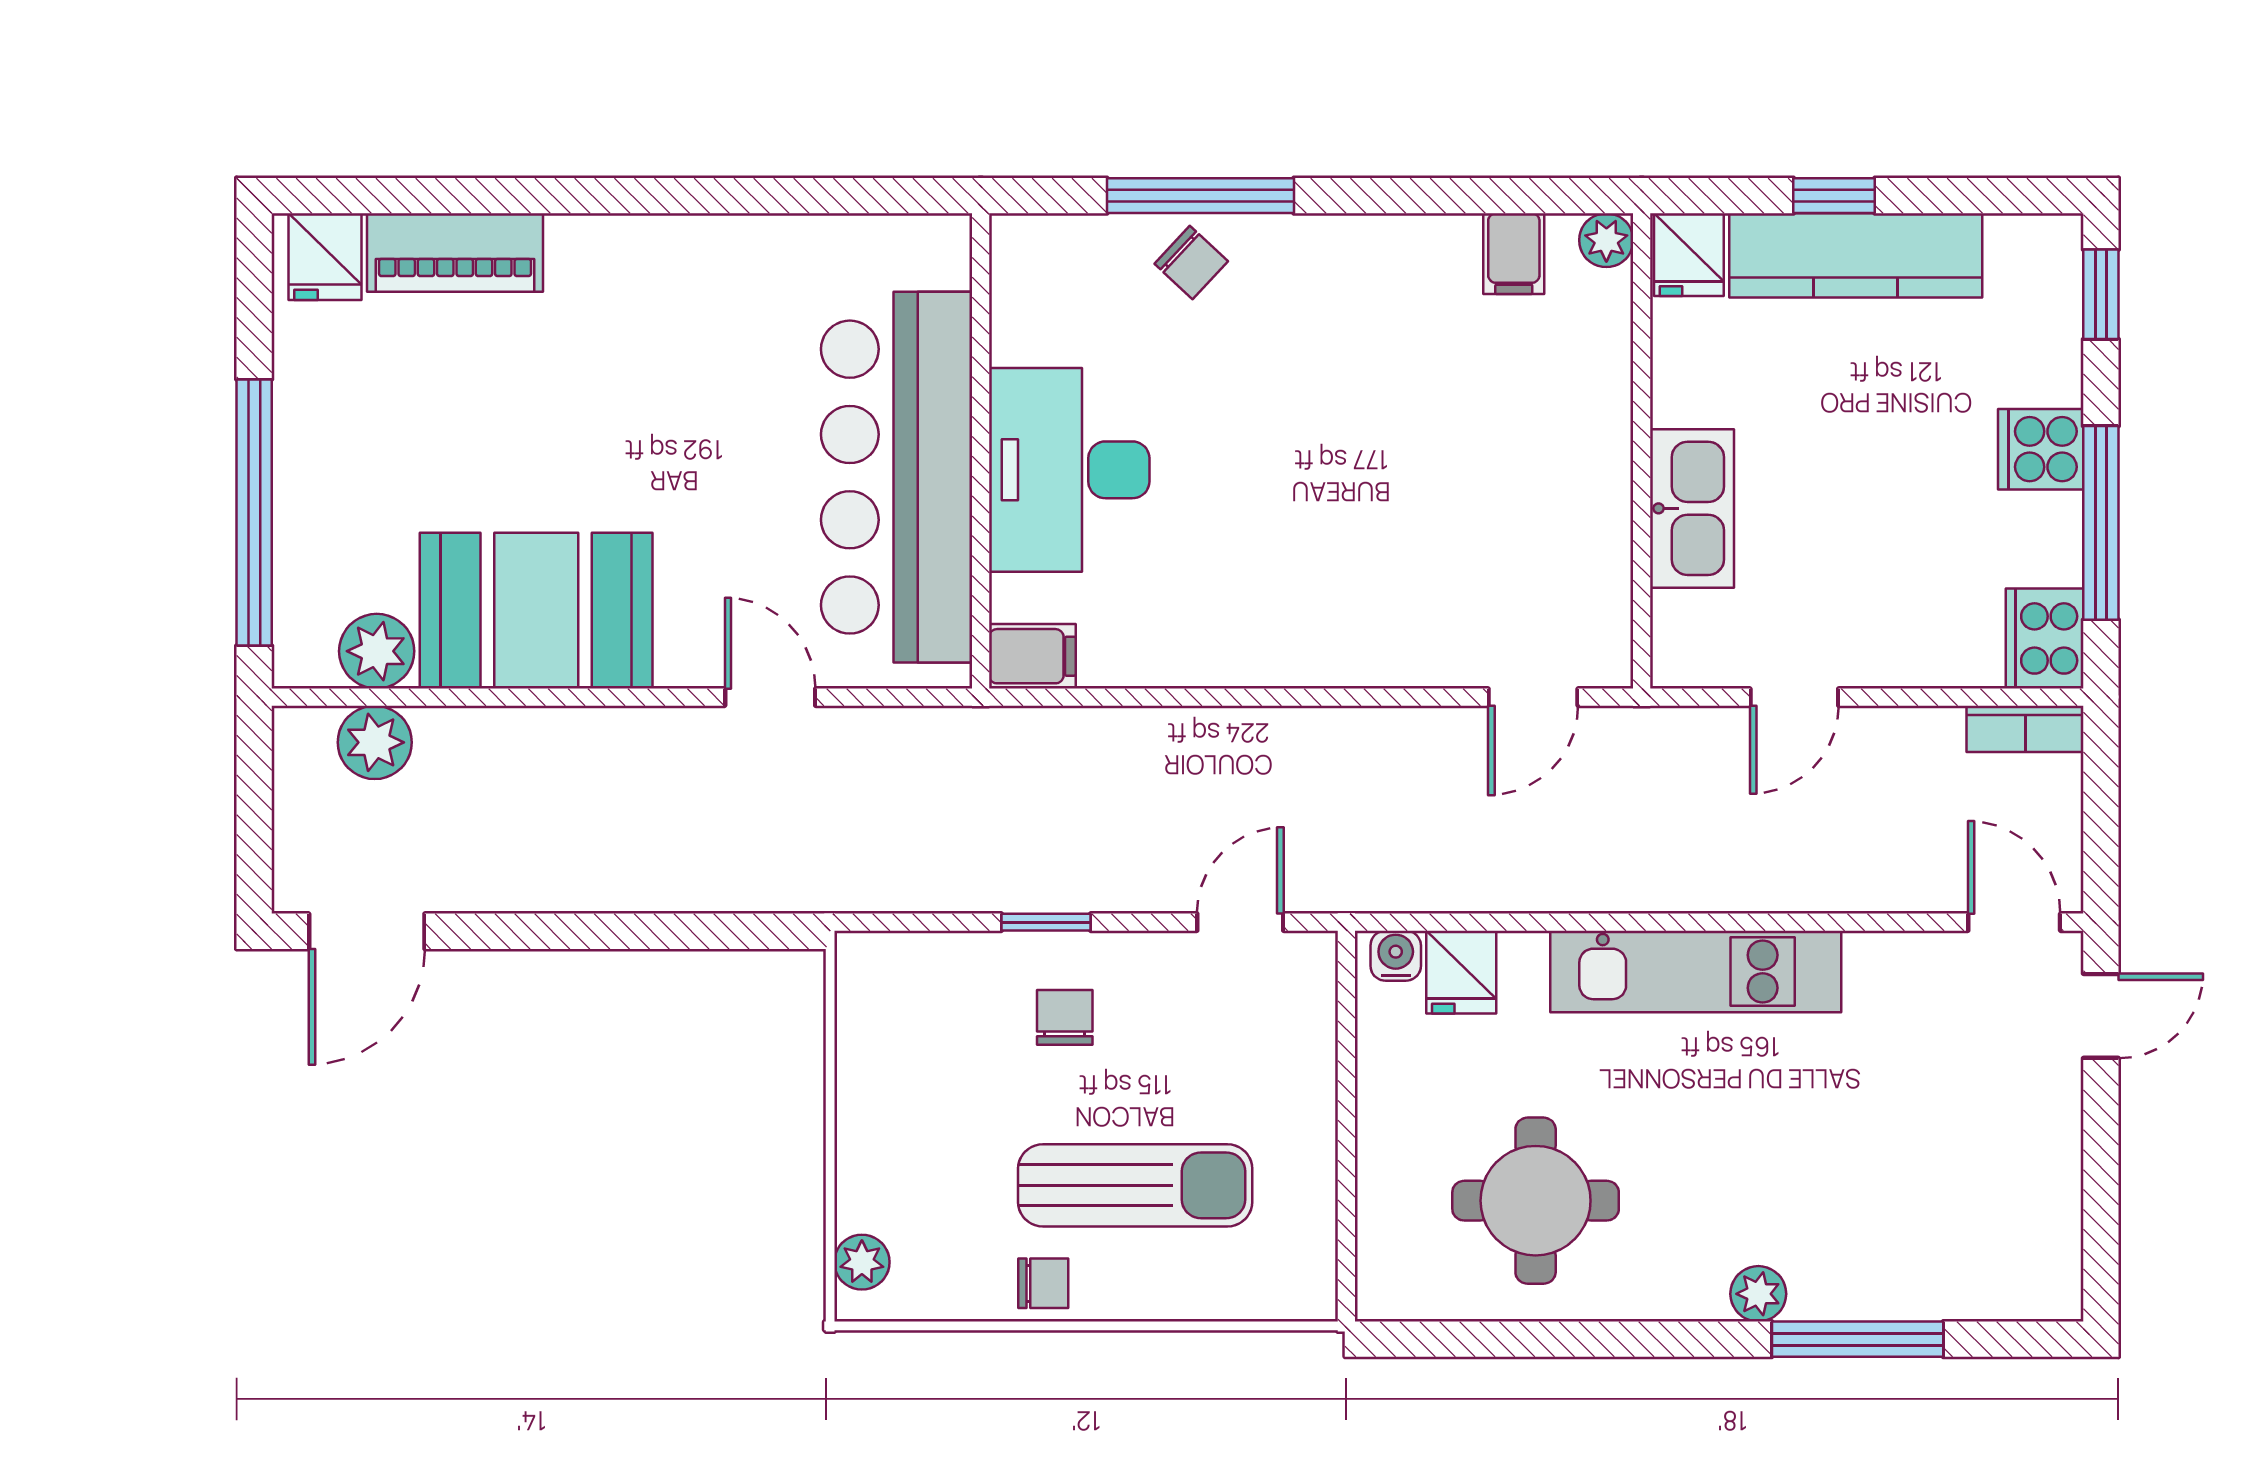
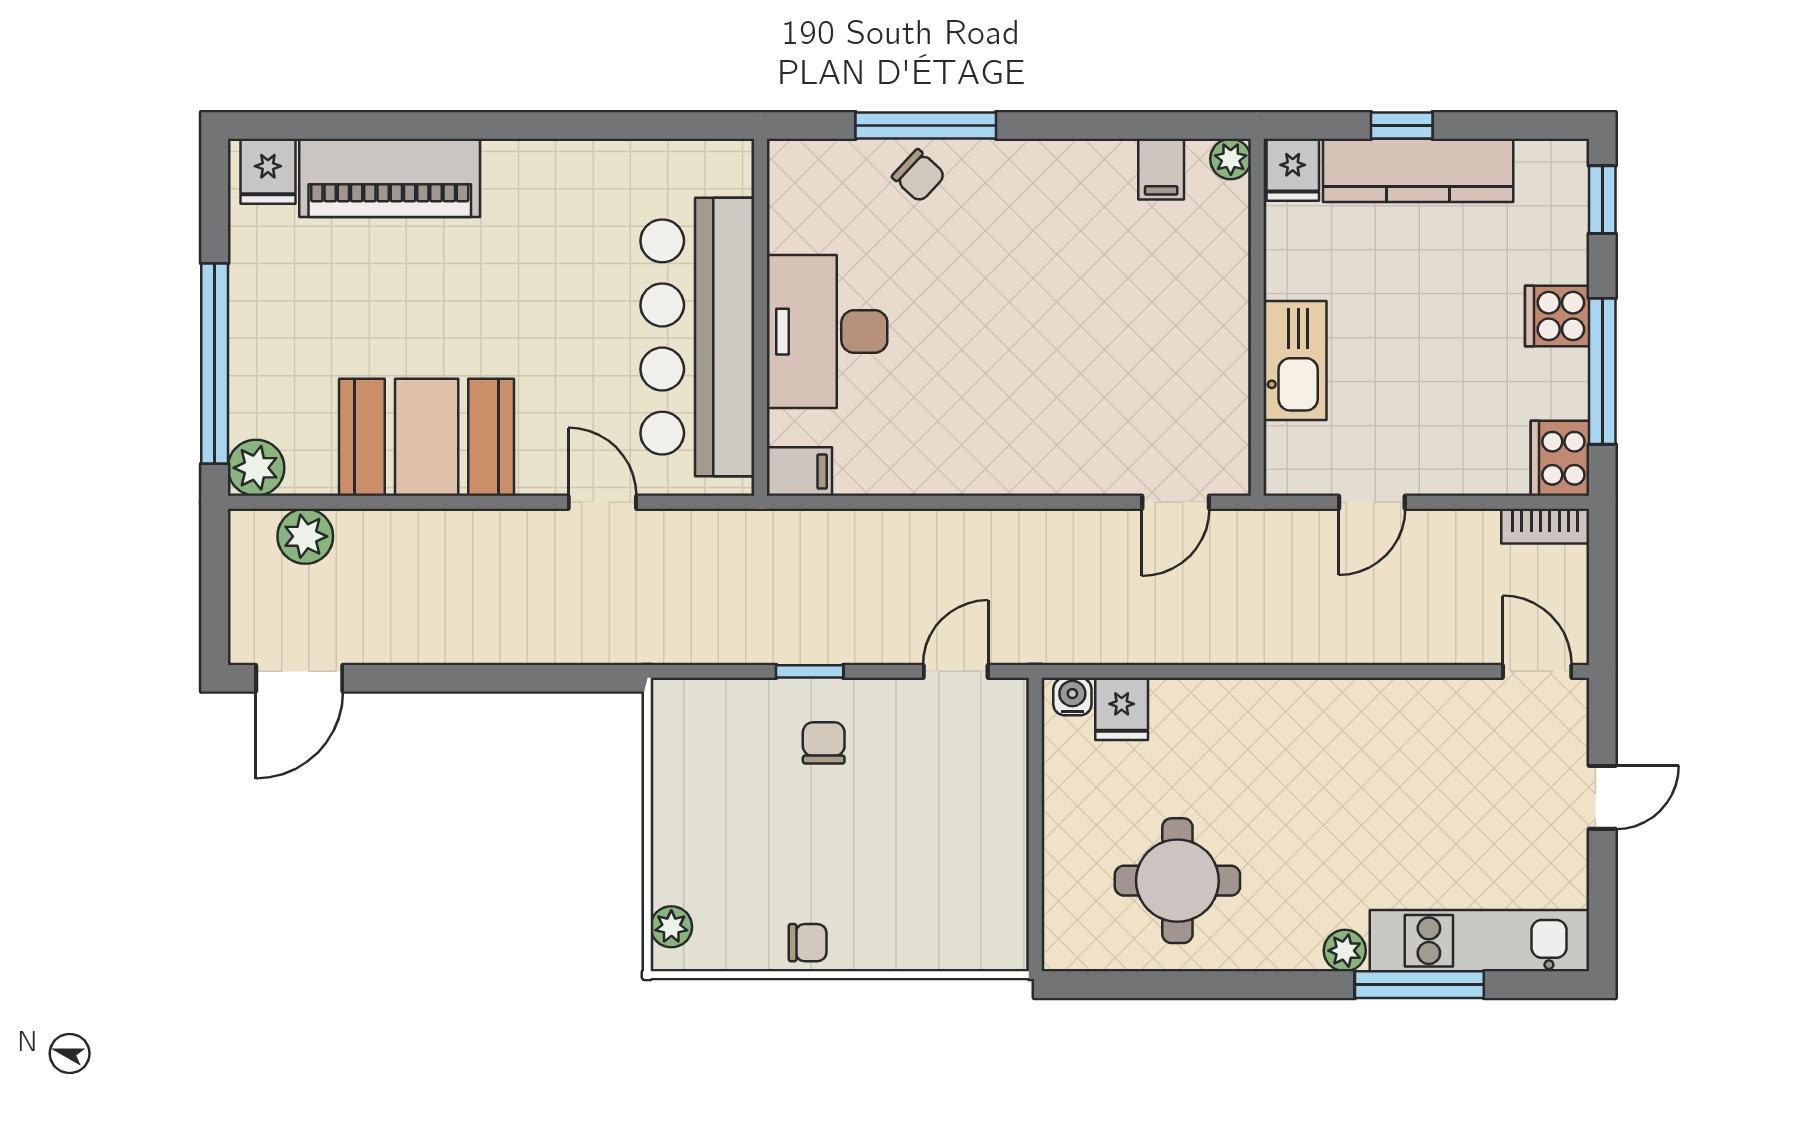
piano: (455, 253) -> (390, 178), width x1.37, depth x1.33
plant: (377, 651) -> (256, 468), moved
kitchen unit: (1696, 972) -> (1479, 941), moved, turned 180
door: (2101, 1016) -> (1602, 797), moved
sun lounger: (1135, 1185) -> (877, 869), removed

